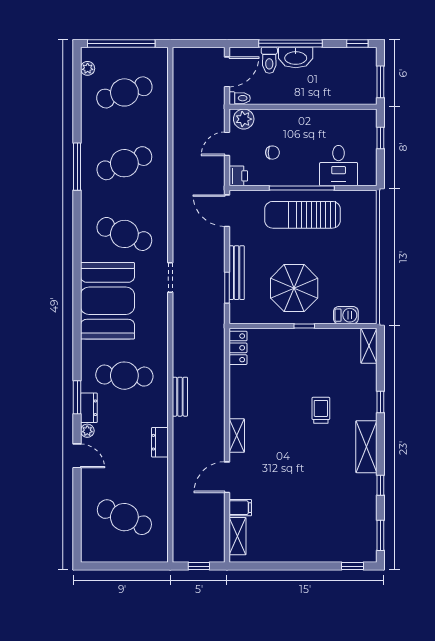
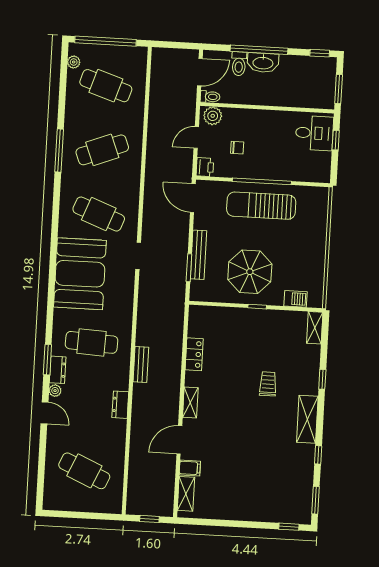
cafe table: (124, 92) -> (106, 86), turned 36
desk: (339, 166) -> (314, 133), moved, turned -90
locker: (238, 348) -> (194, 354), moved

